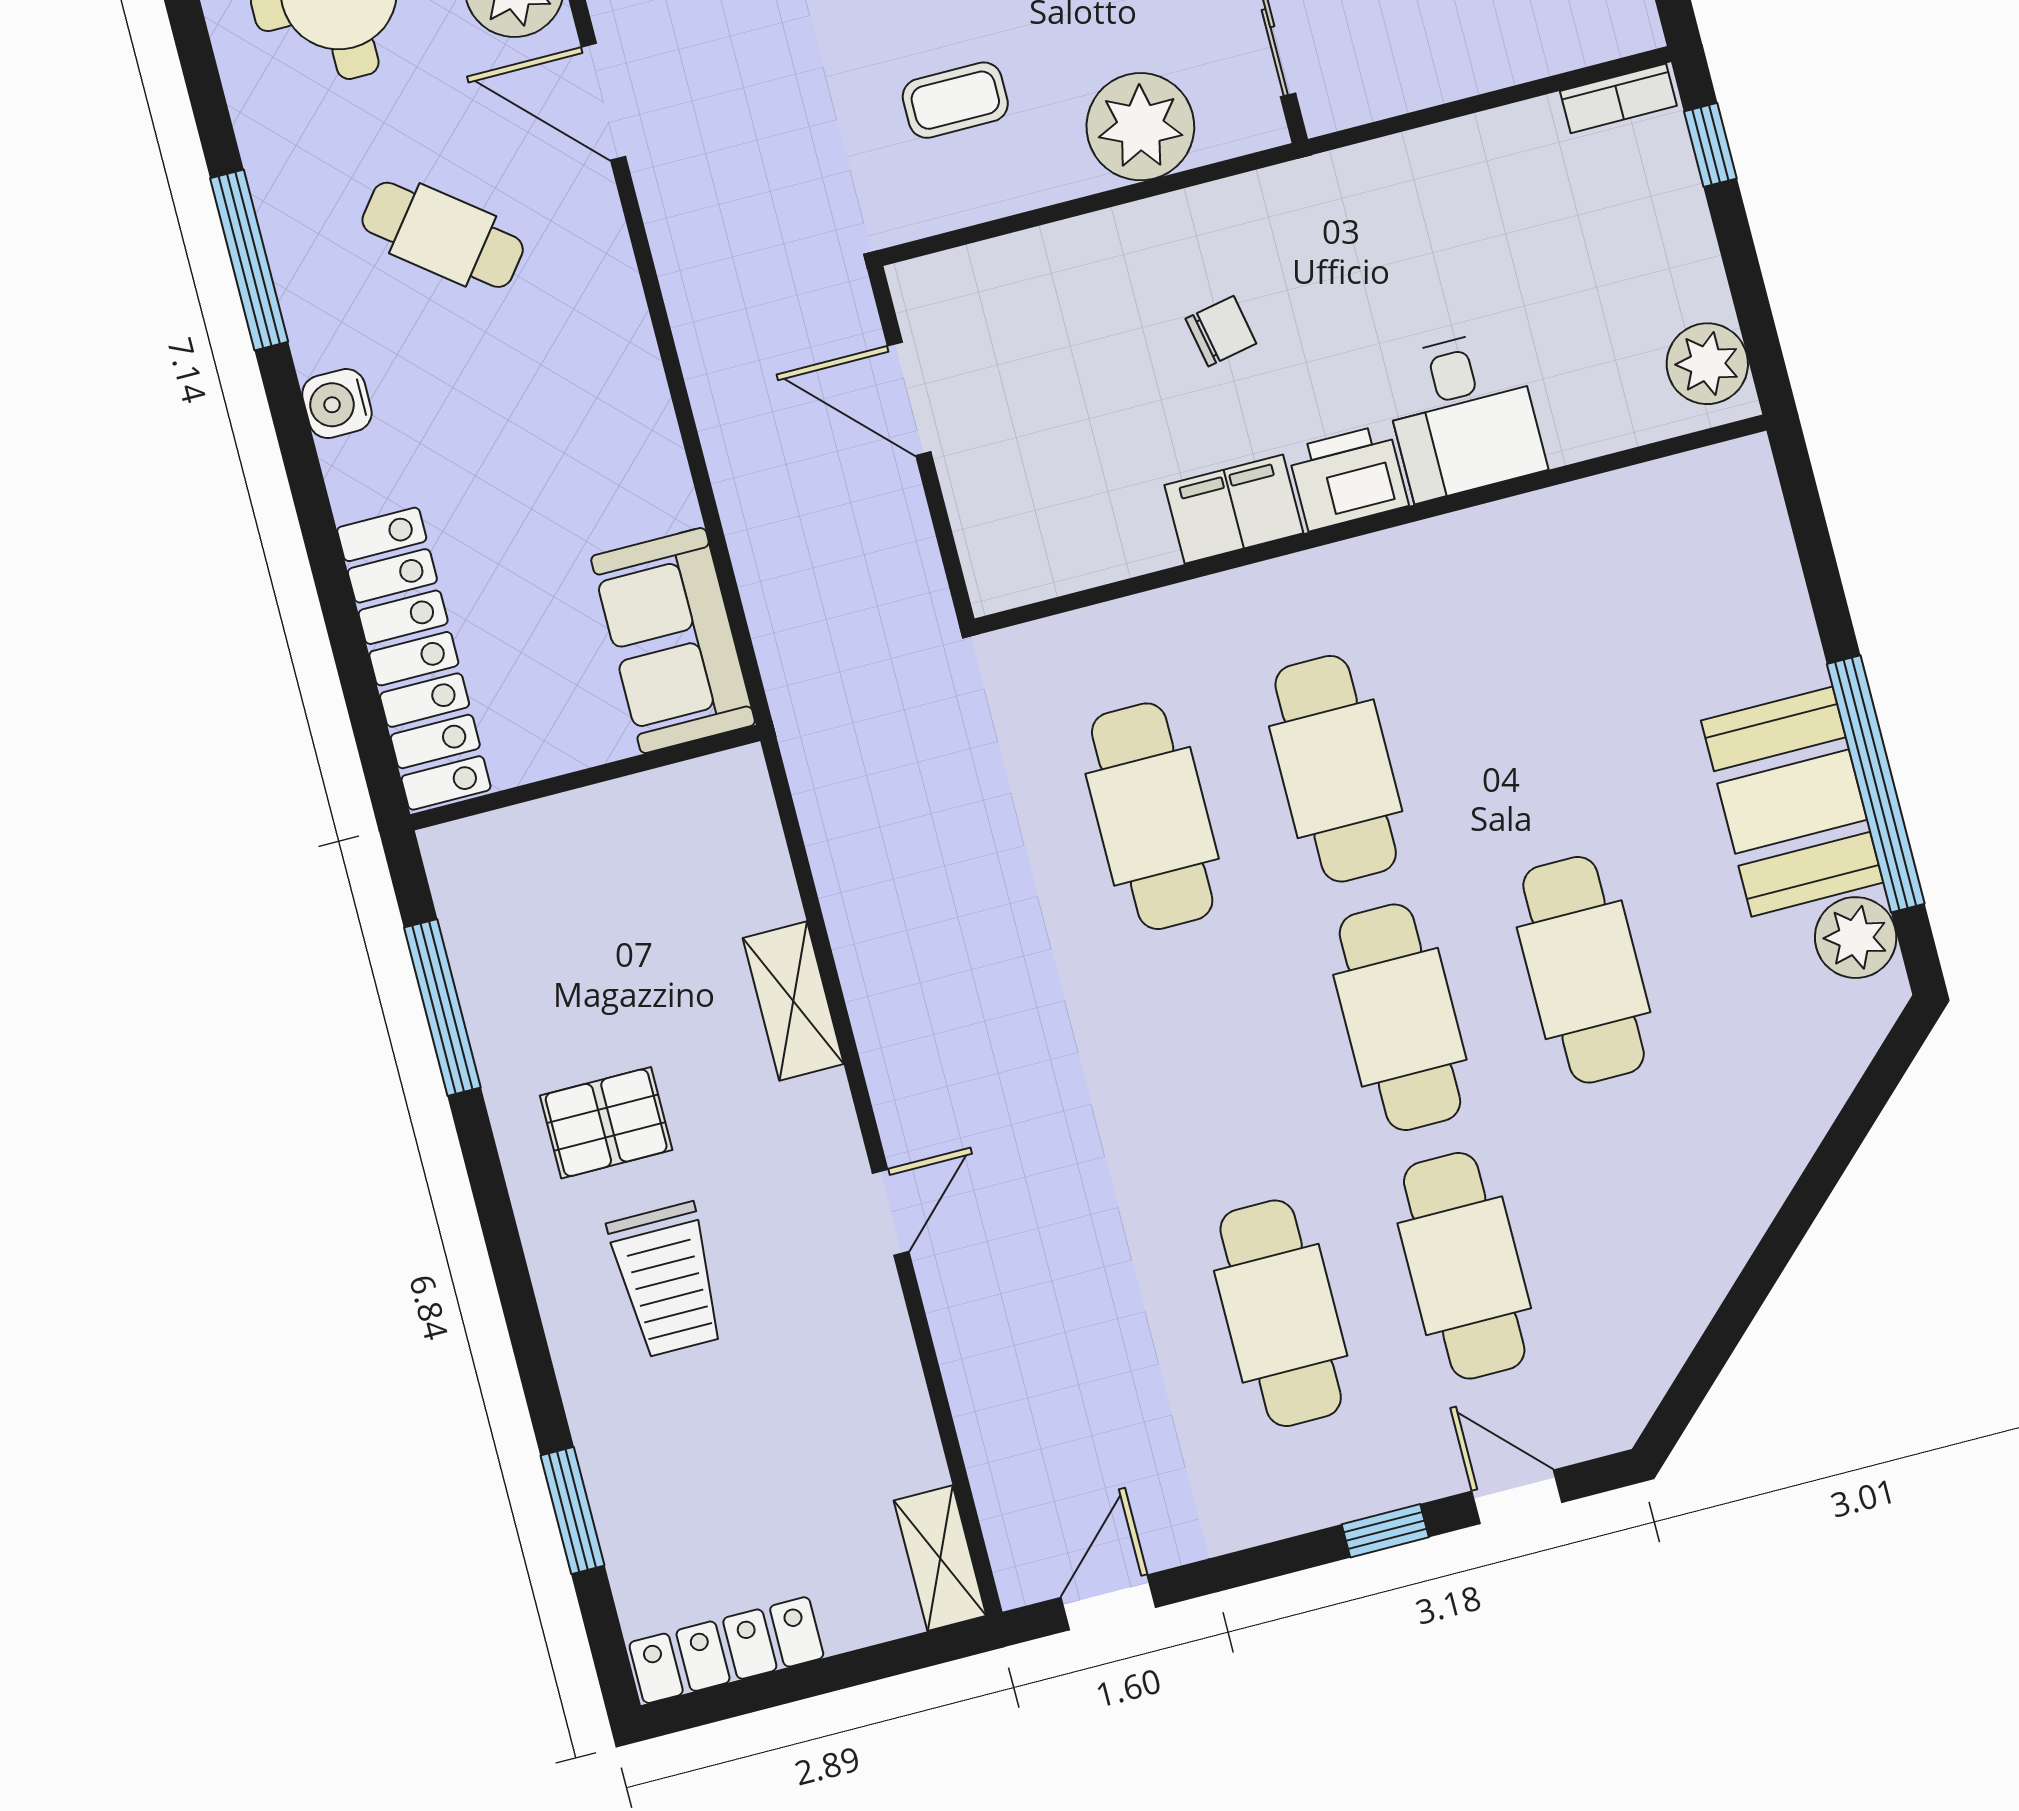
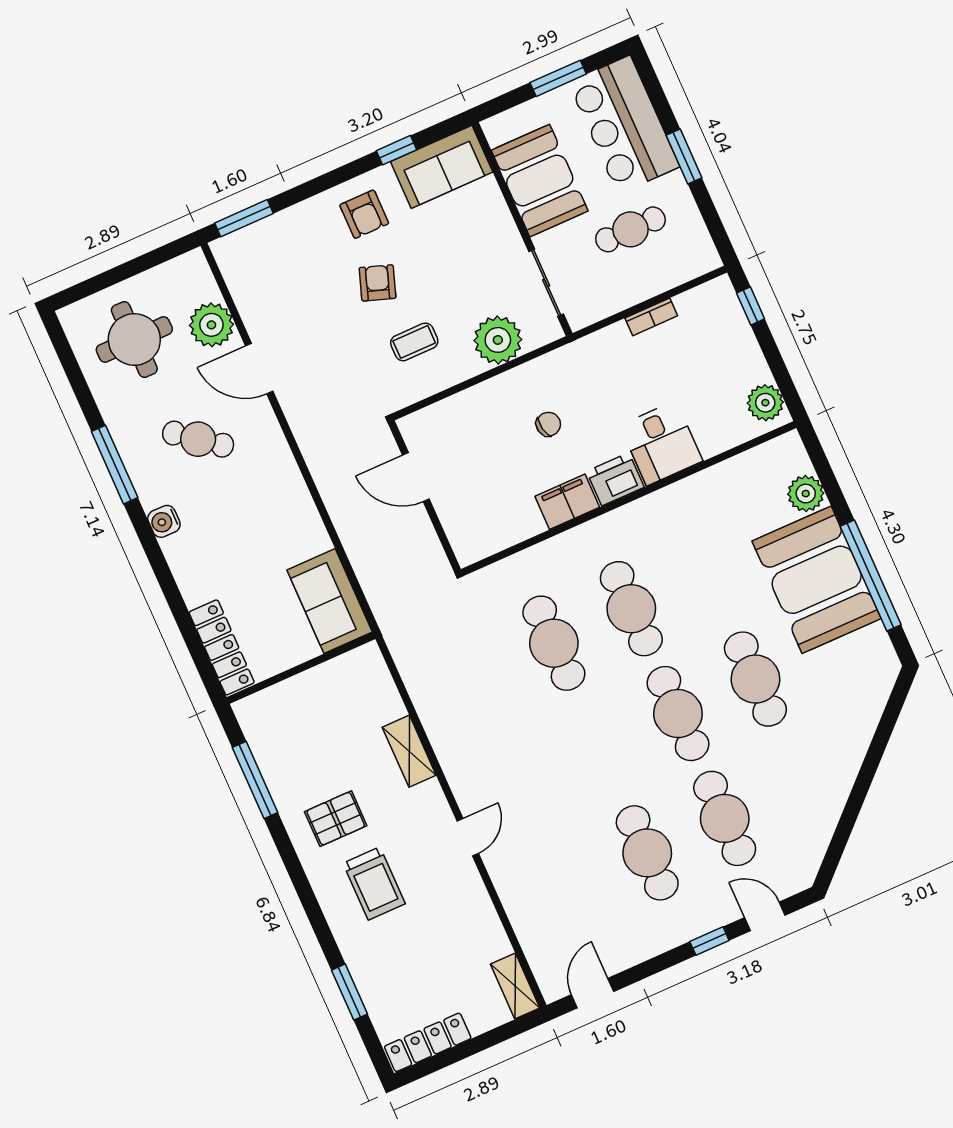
bookcase: (1618, 98) -> (651, 317), moved
locker: (414, 659) -> (222, 647), width x0.71, depth x0.83
booth: (1792, 802) -> (817, 580), width x1.36, depth x1.42
plant: (1856, 938) -> (806, 494), moved

